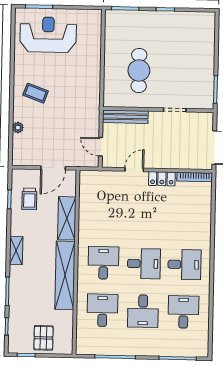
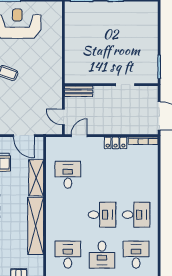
cafe table: (139, 70) -> (94, 52), removed
bench: (125, 117) -> (79, 91), width x0.73
door: (53, 168) -> (24, 136), hinge flipped
door: (134, 170) -> (79, 136), moved
desk: (103, 263) -> (68, 175), moved

